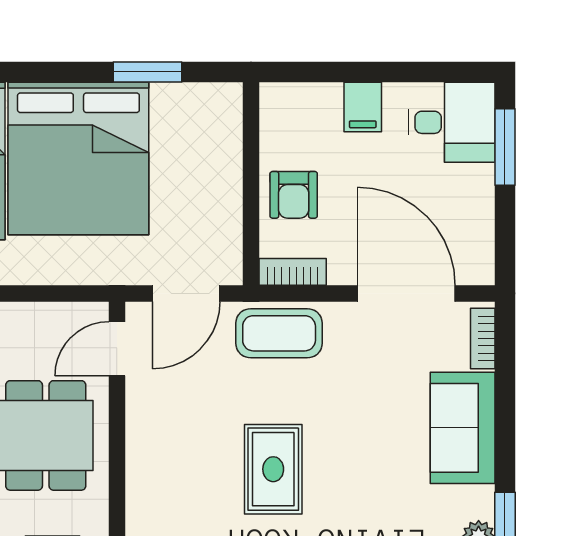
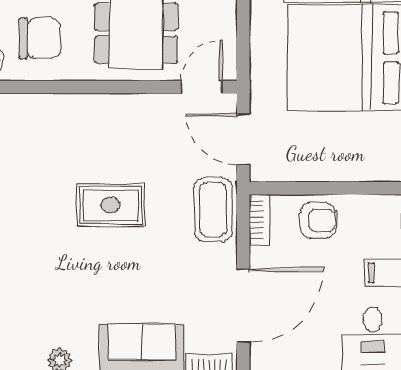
armchair: (294, 195) -> (318, 220), turned 180
door: (117, 349) -> (201, 87), hinge flipped

